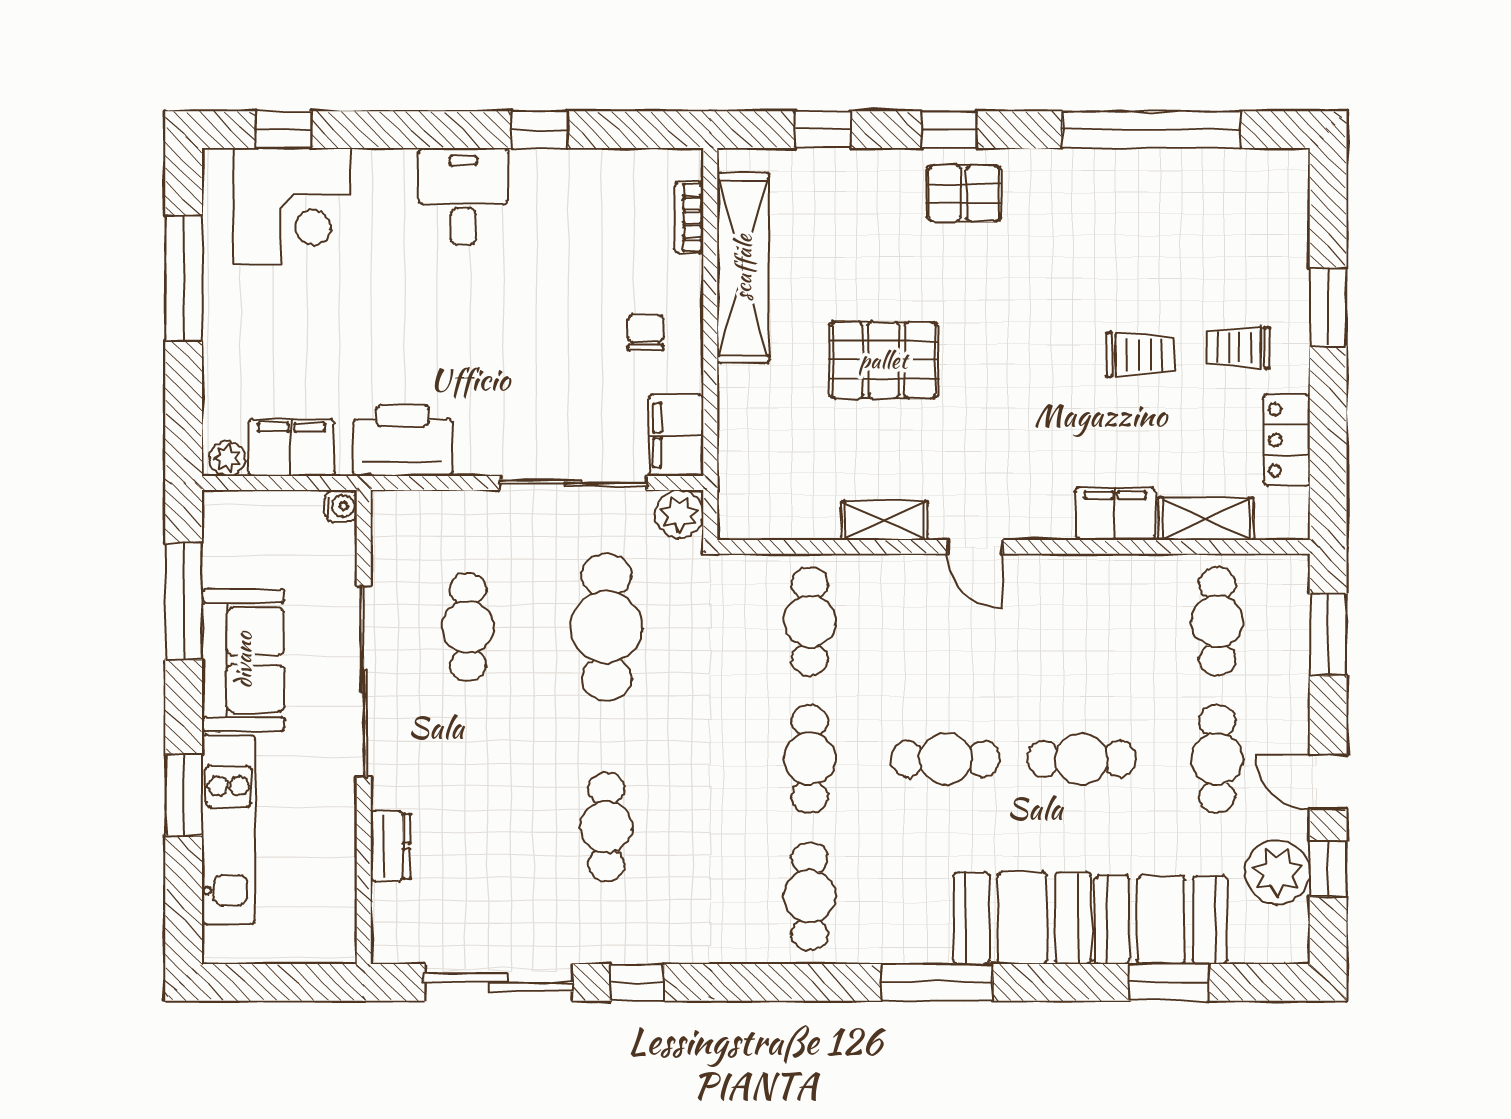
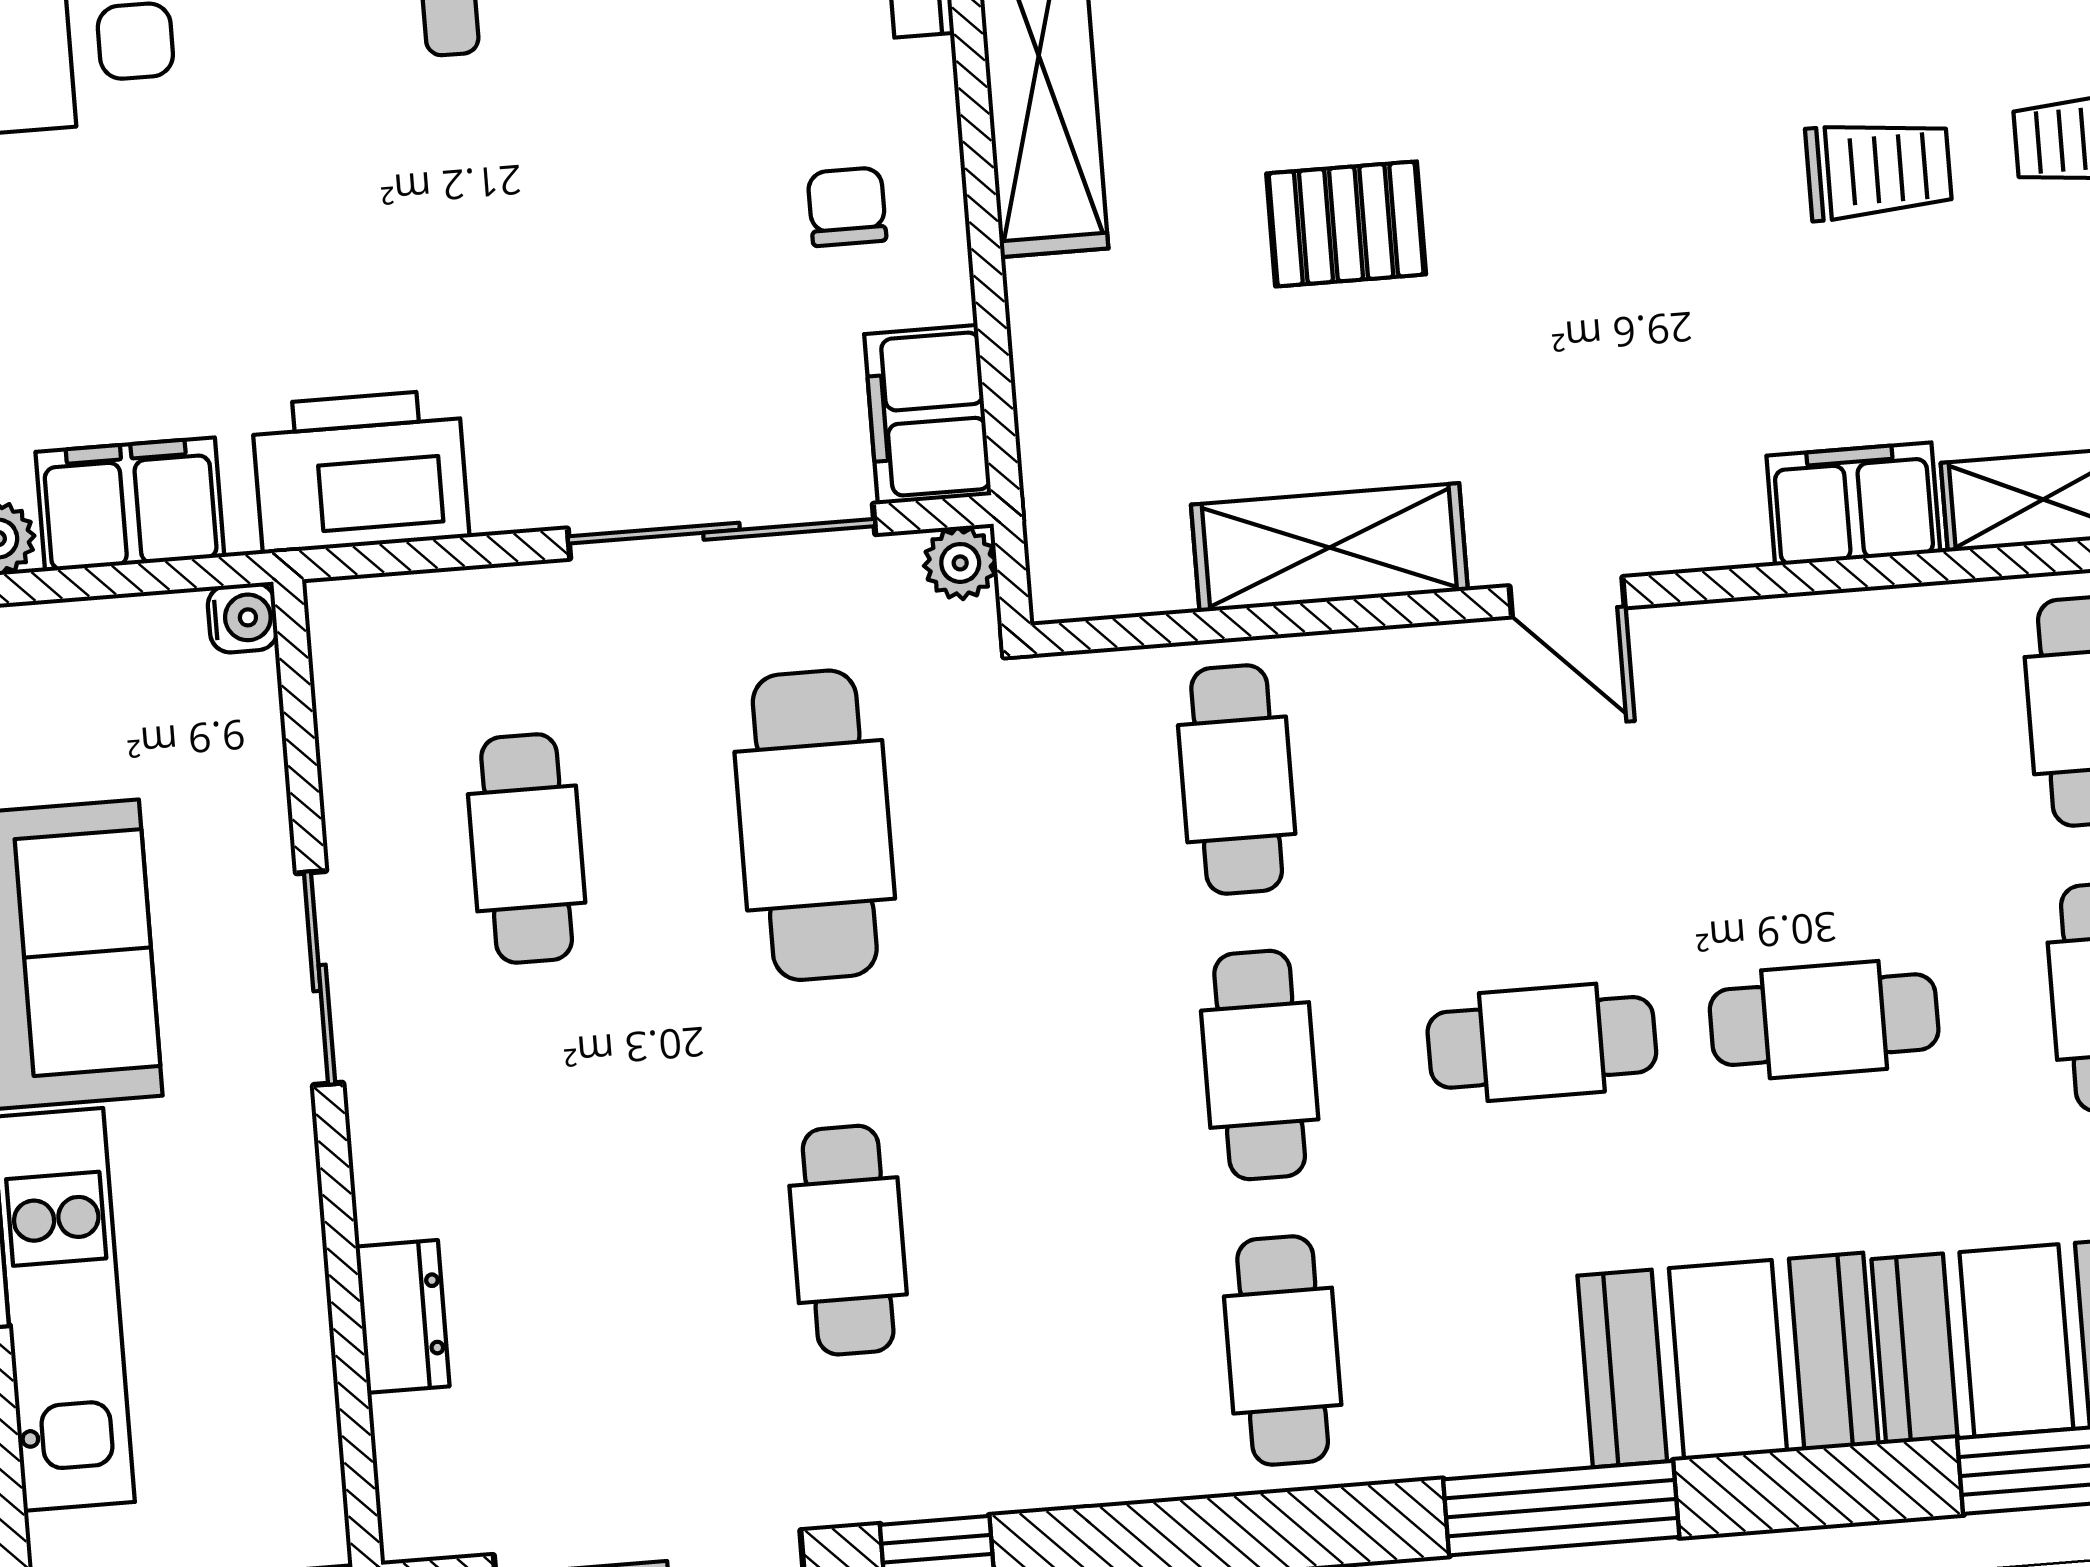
pallet: (883, 360) -> (1346, 224), width x0.67, depth x0.71
plant: (679, 514) -> (960, 563), width x0.73, depth x0.73
shelving: (885, 521) -> (1329, 548), width x1.50, depth x1.33
sliding door: (364, 681) -> (320, 978), width x0.54

